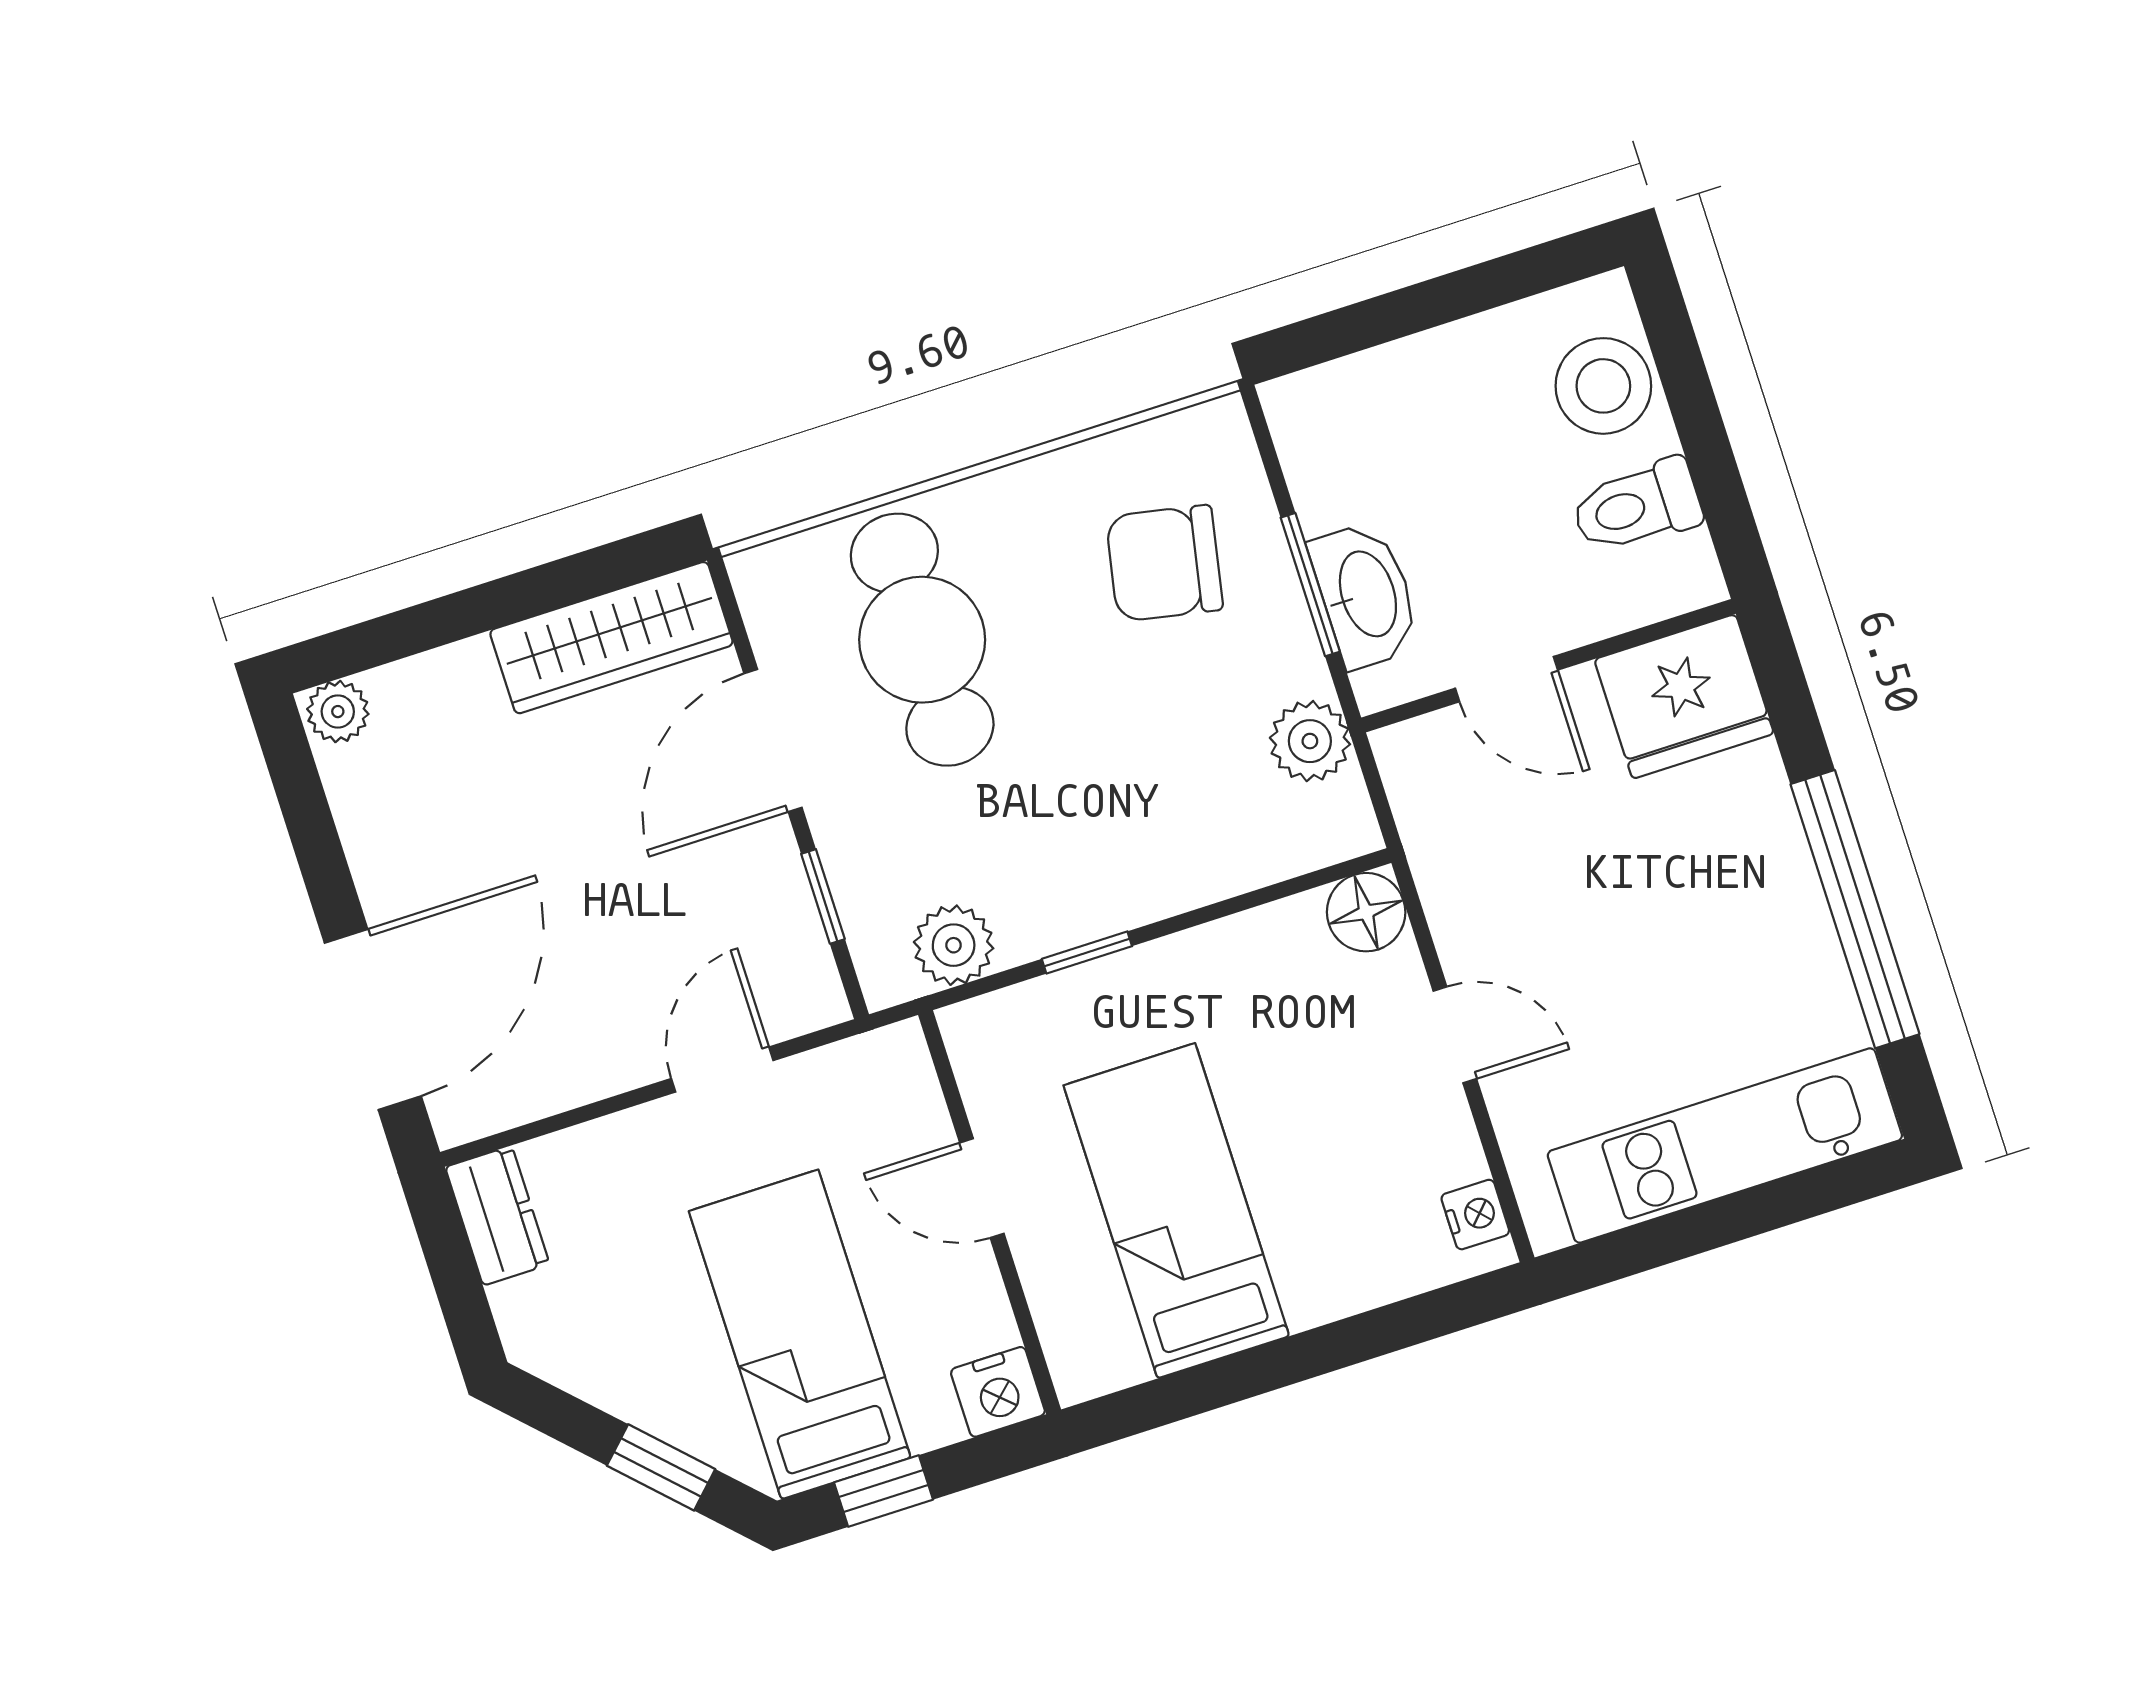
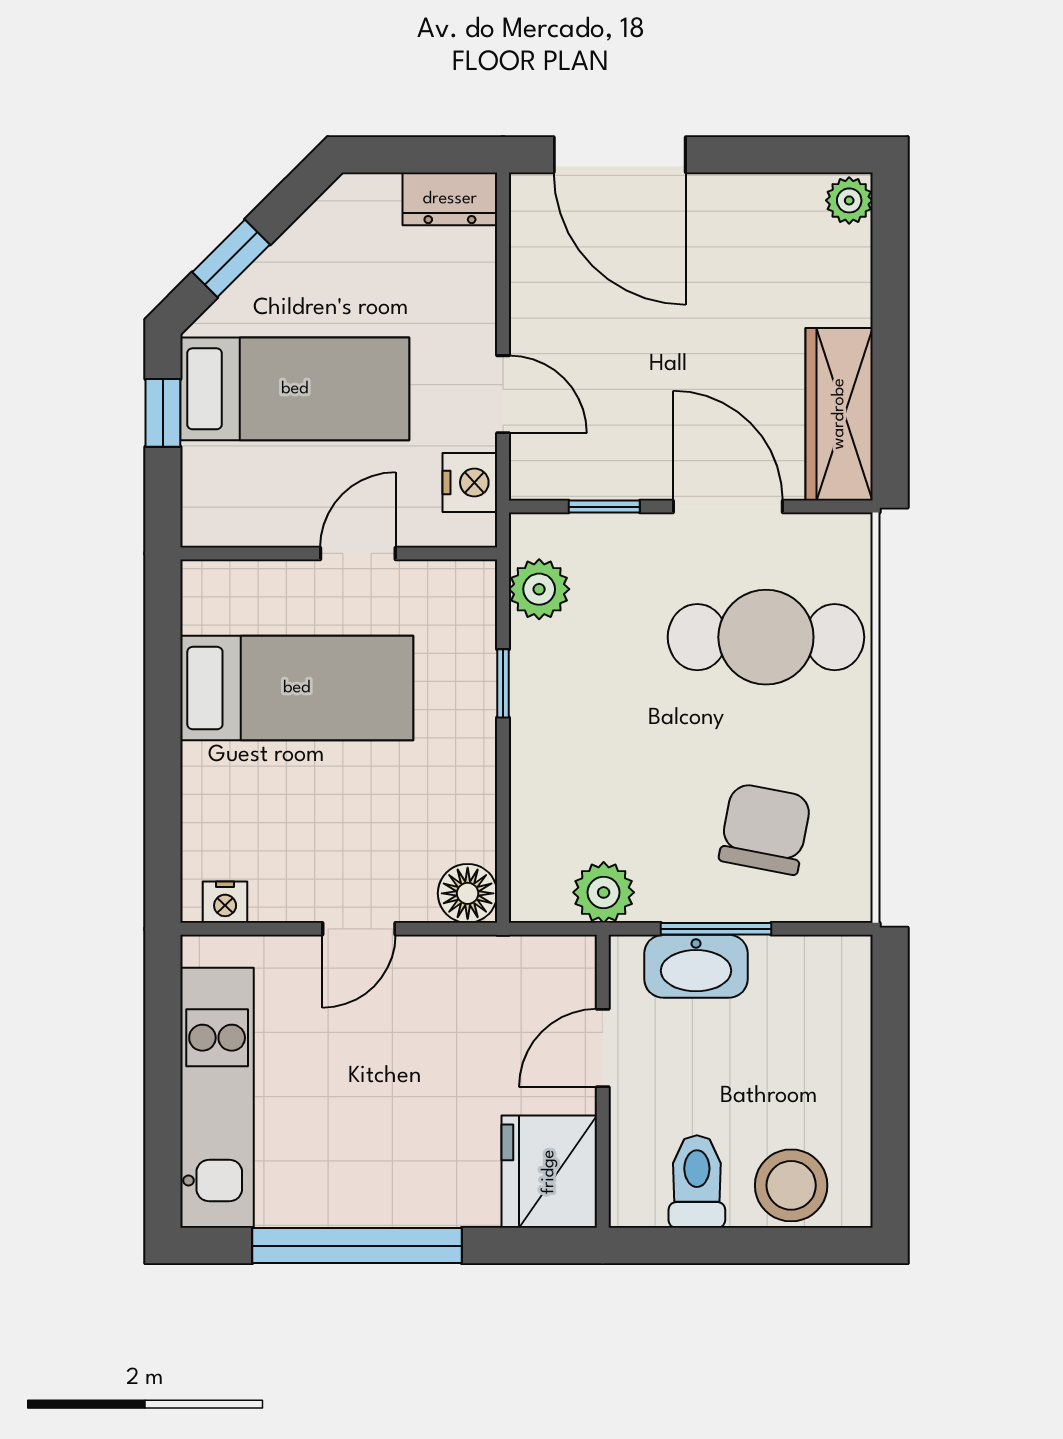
nightstand: (998, 1392) -> (470, 483), moved, turned 180

